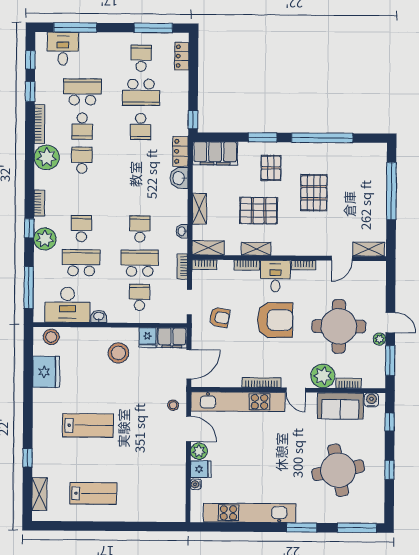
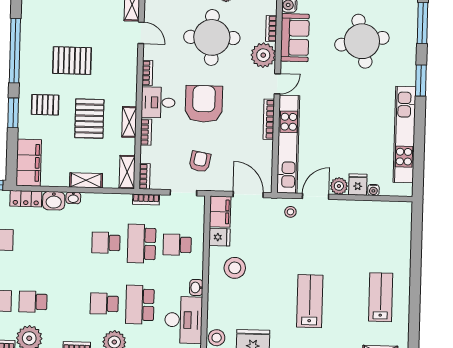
washbasin: (182, 231) -> (73, 198), moved

